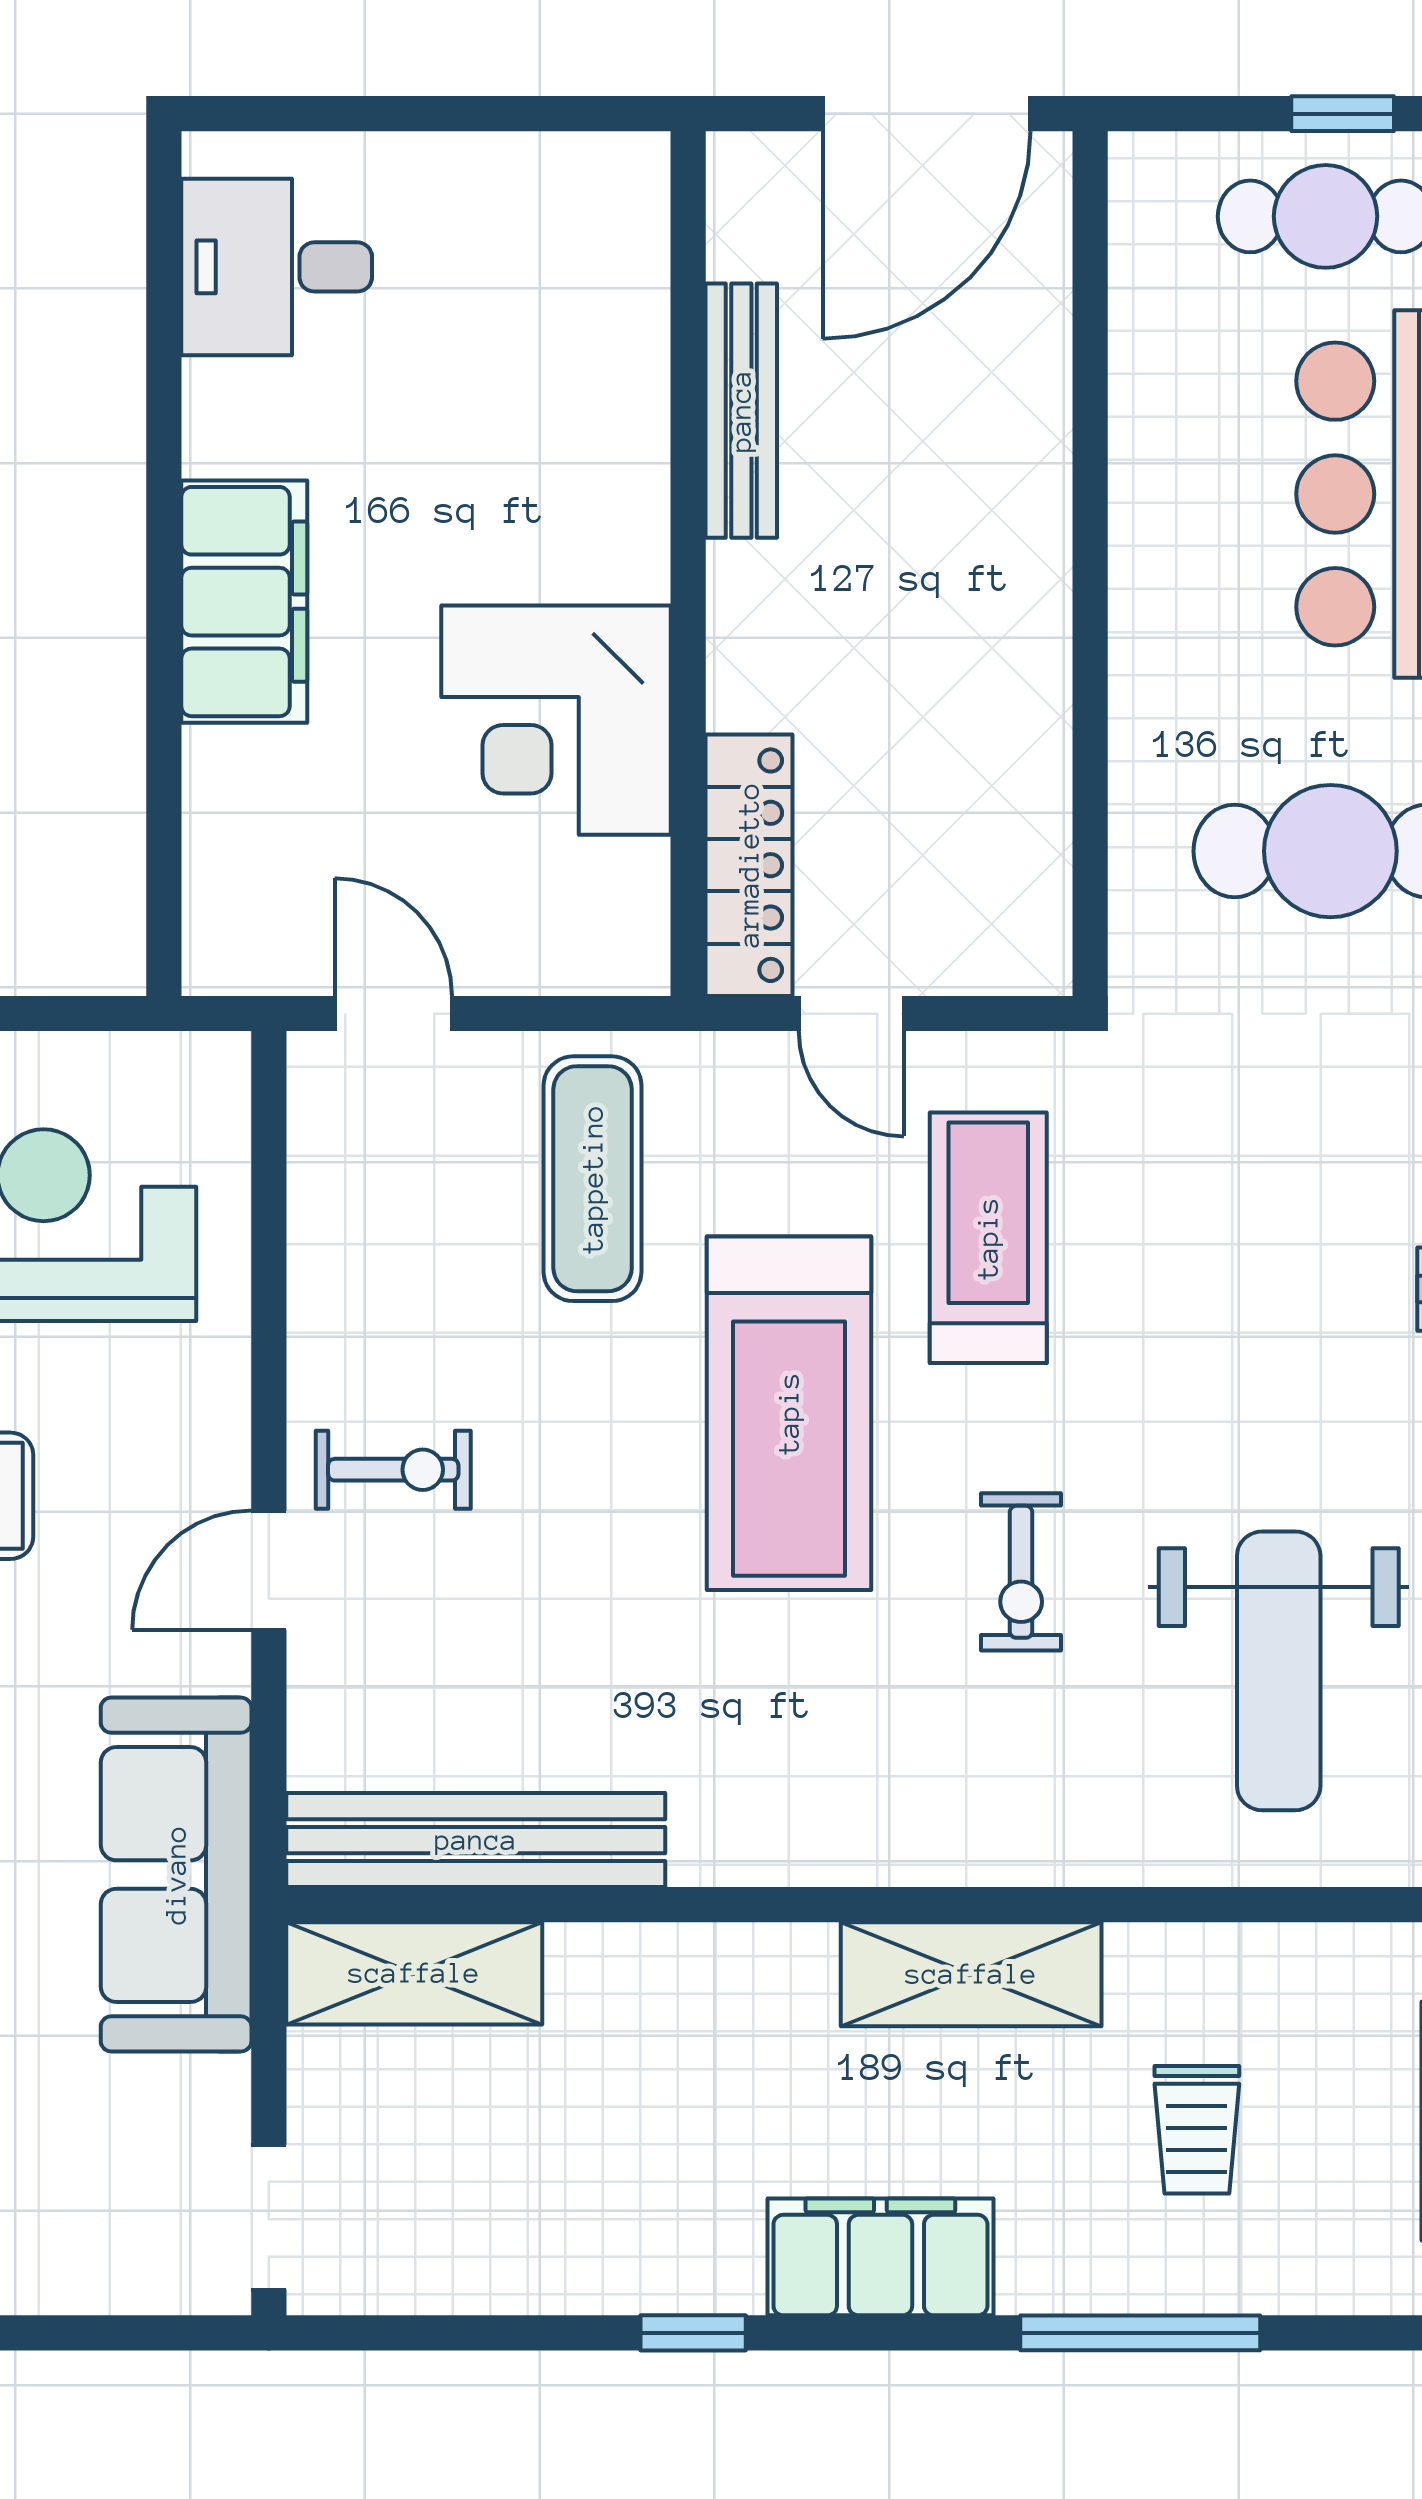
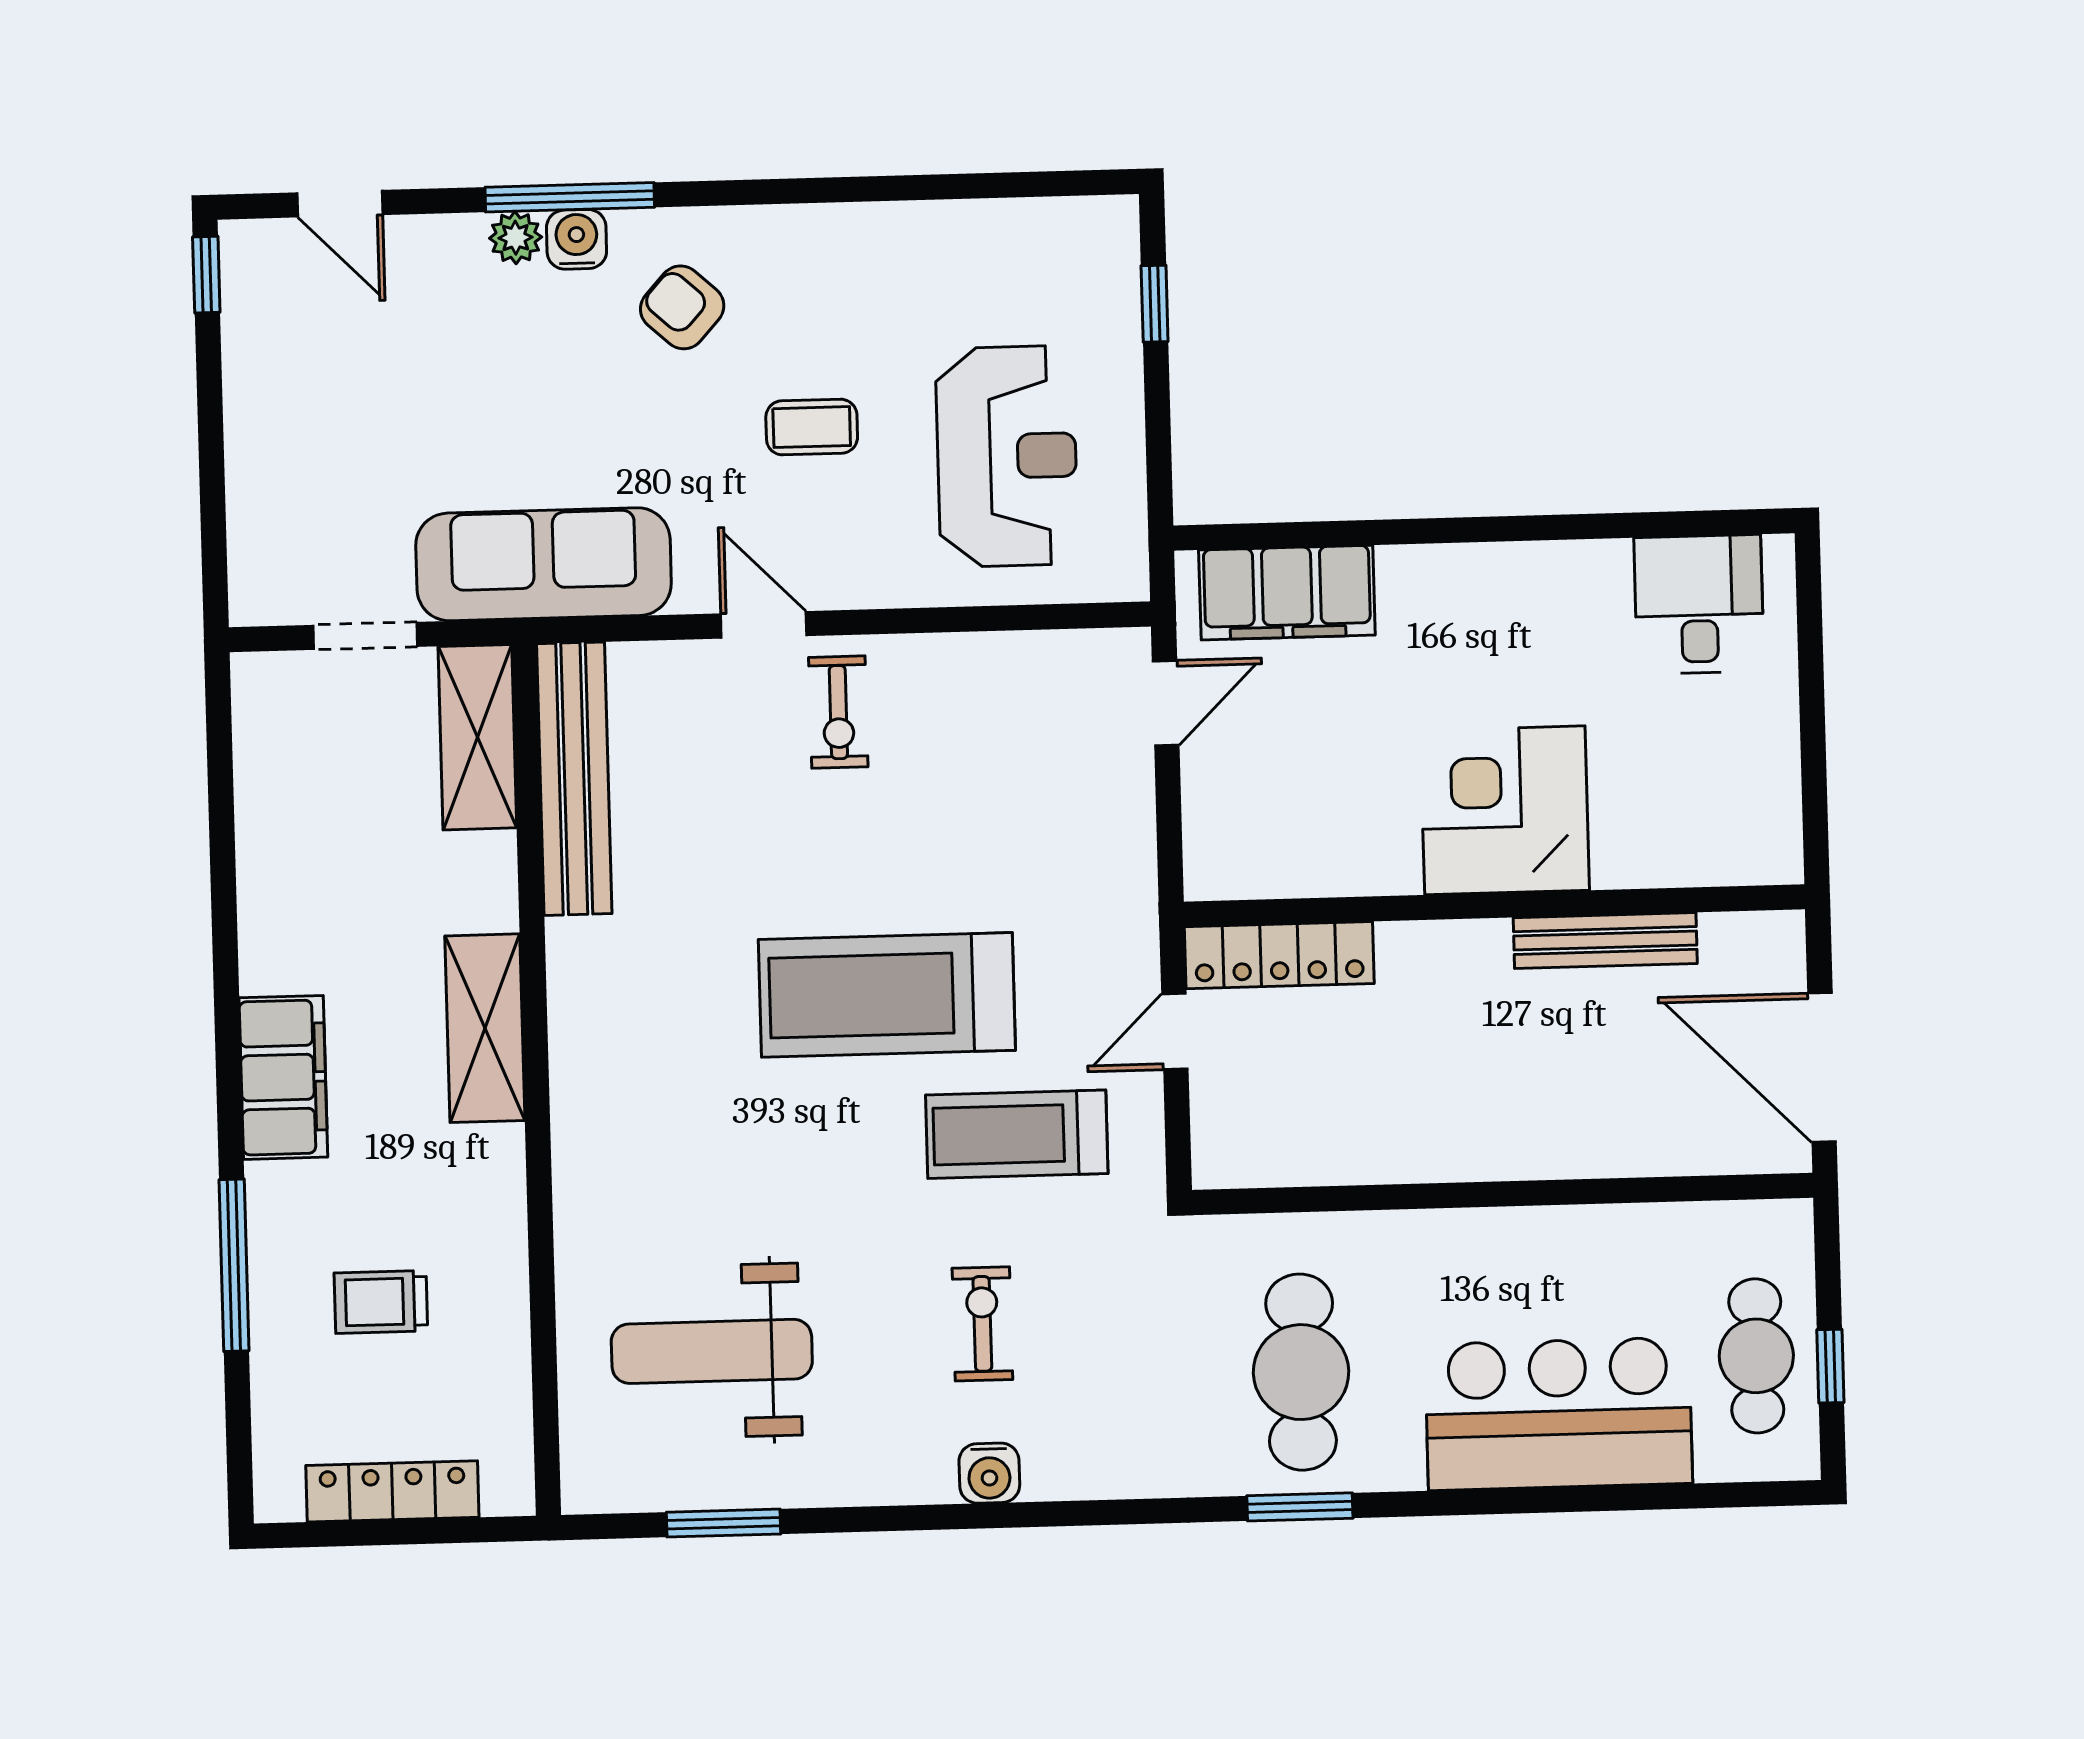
filing cabinet: (244, 602) -> (1287, 593), moved
corner desk: (556, 720) -> (1505, 810), moved
exercise mat: (593, 1179) -> (1051, 849), removed
treadmill: (988, 1238) -> (1017, 1134), turned 180
exercise bike: (1021, 1572) -> (982, 1324), moved, turned 90
shelving: (971, 1974) -> (485, 1028), moved
doorway: (269, 2217) -> (365, 636), moved
window: (693, 2333) -> (225, 944), removed

